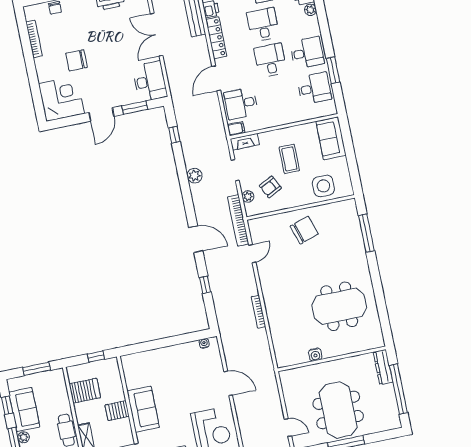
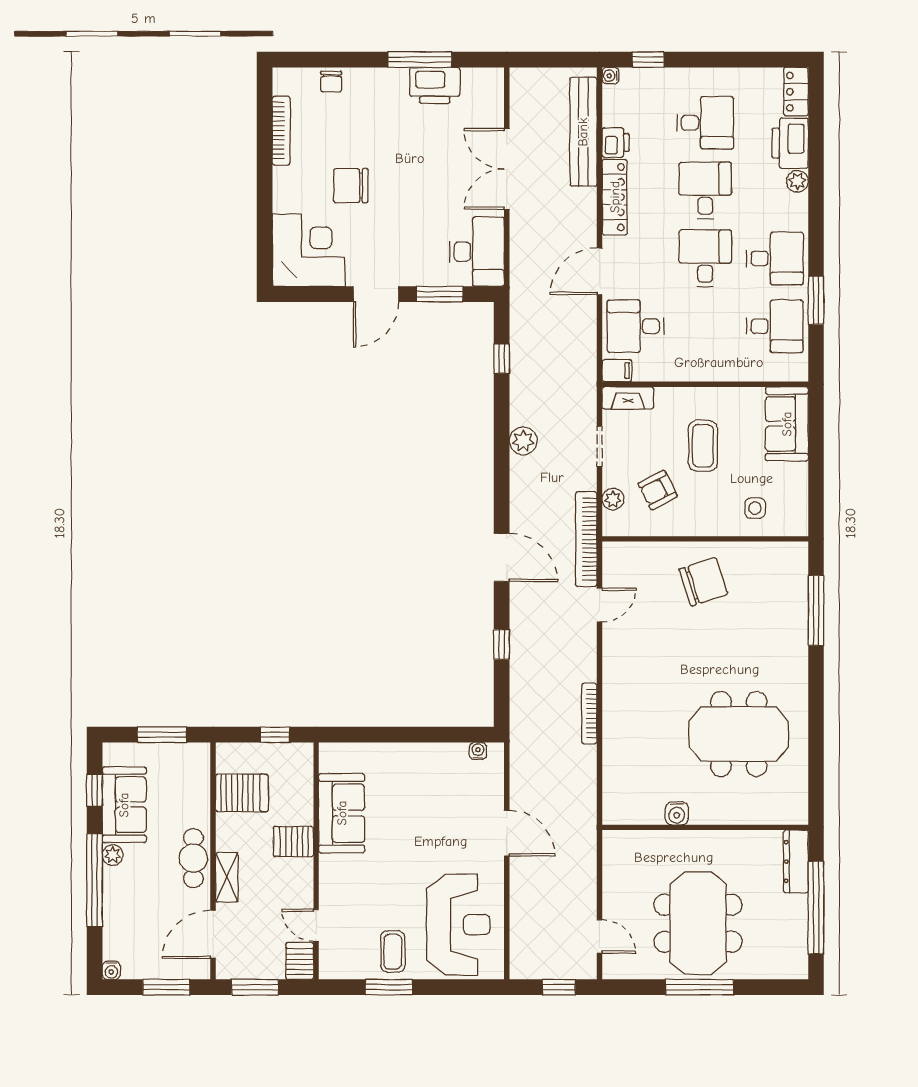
side table: (323, 186) -> (755, 508), width x0.54, depth x0.54
sofa: (143, 409) -> (342, 813), moved

